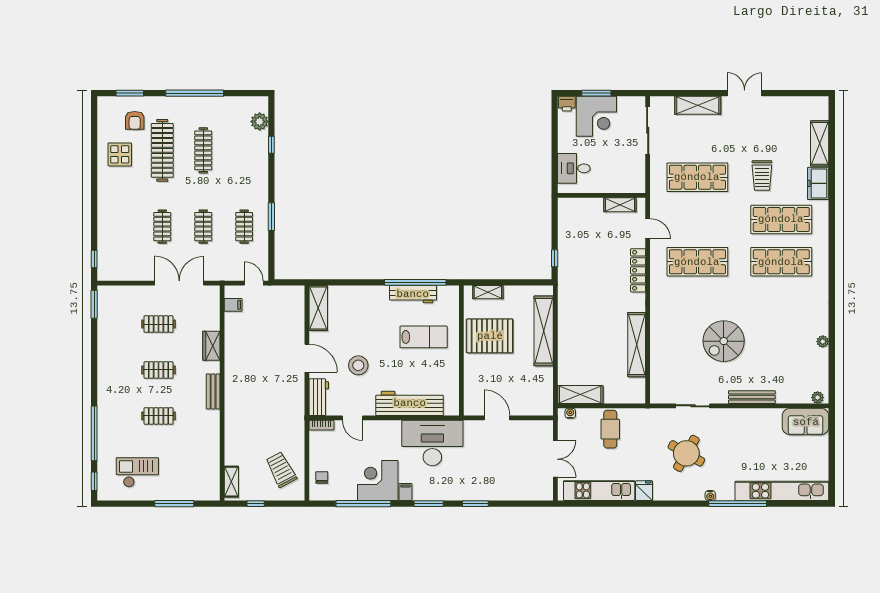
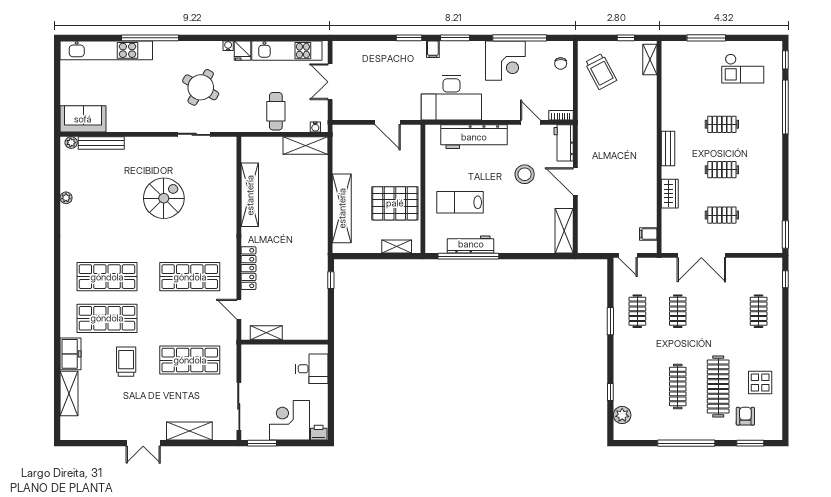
window: (596, 93) -> (262, 443), moved
clothes rail: (162, 227) -> (759, 311), moved
bench: (752, 397) -> (101, 143), moved
filing cabinet: (406, 492) -> (433, 49), moved
water cooler: (710, 495) -> (228, 46), moved

